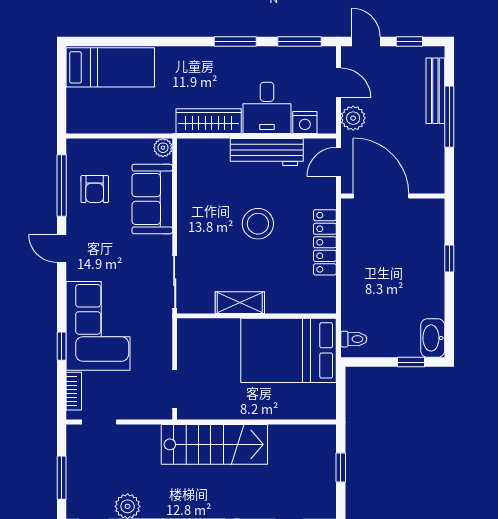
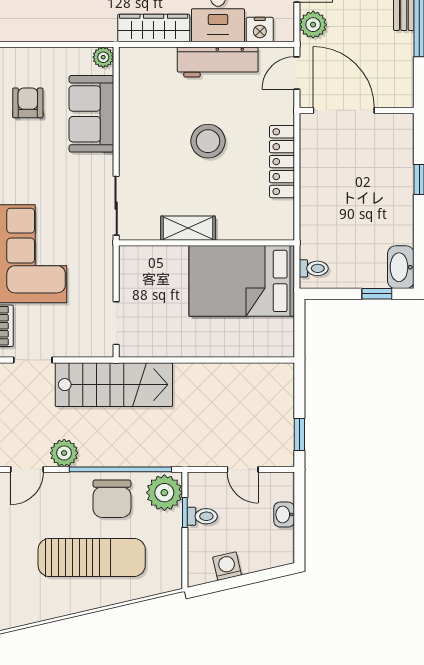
armchair: (95, 189) -> (28, 103), turned 180
stairs: (214, 444) -> (114, 385), moved
window: (341, 468) -> (299, 434), moved

